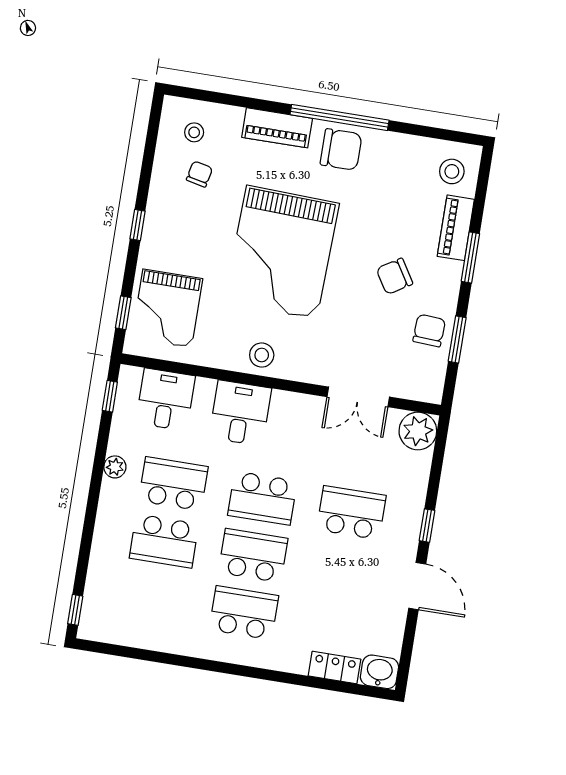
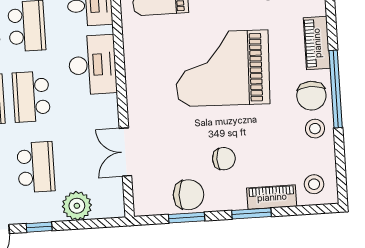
chair: (394, 276) -> (224, 159), turned 122
chair: (429, 331) -> (189, 195), width x1.37, depth x1.37
stool: (262, 355) -> (315, 129), moved
desk: (240, 413) -> (93, 65), width x1.37
plant: (418, 431) -> (77, 206), moved

